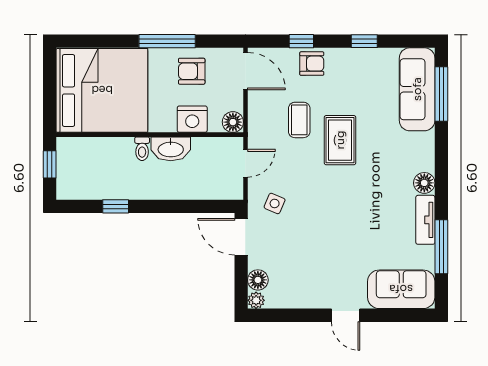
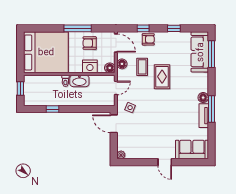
window: (441, 247) -> (211, 109), moved
floor lamp: (258, 280) -> (122, 64), moved

